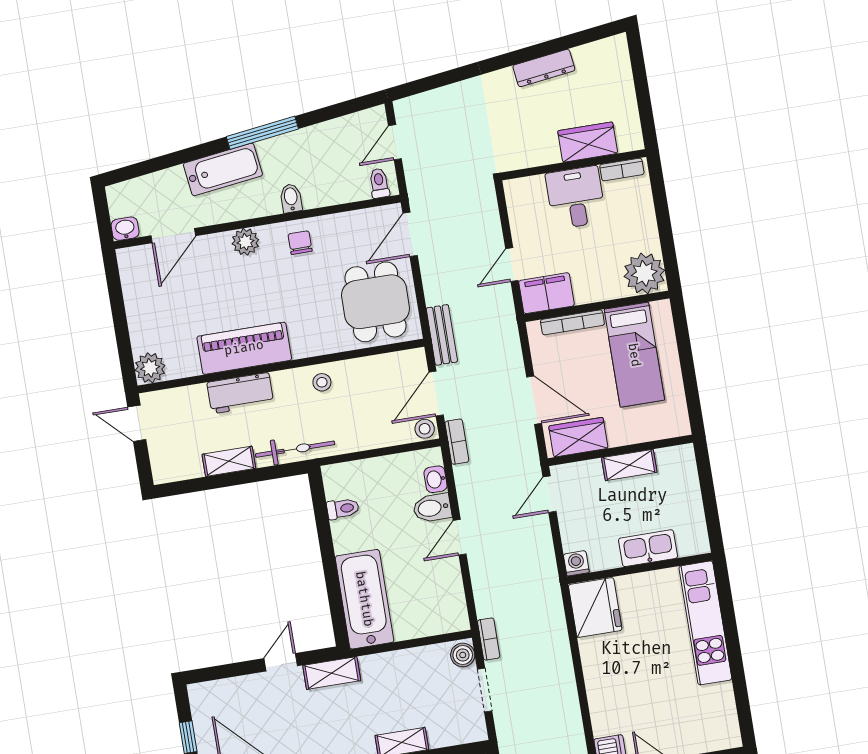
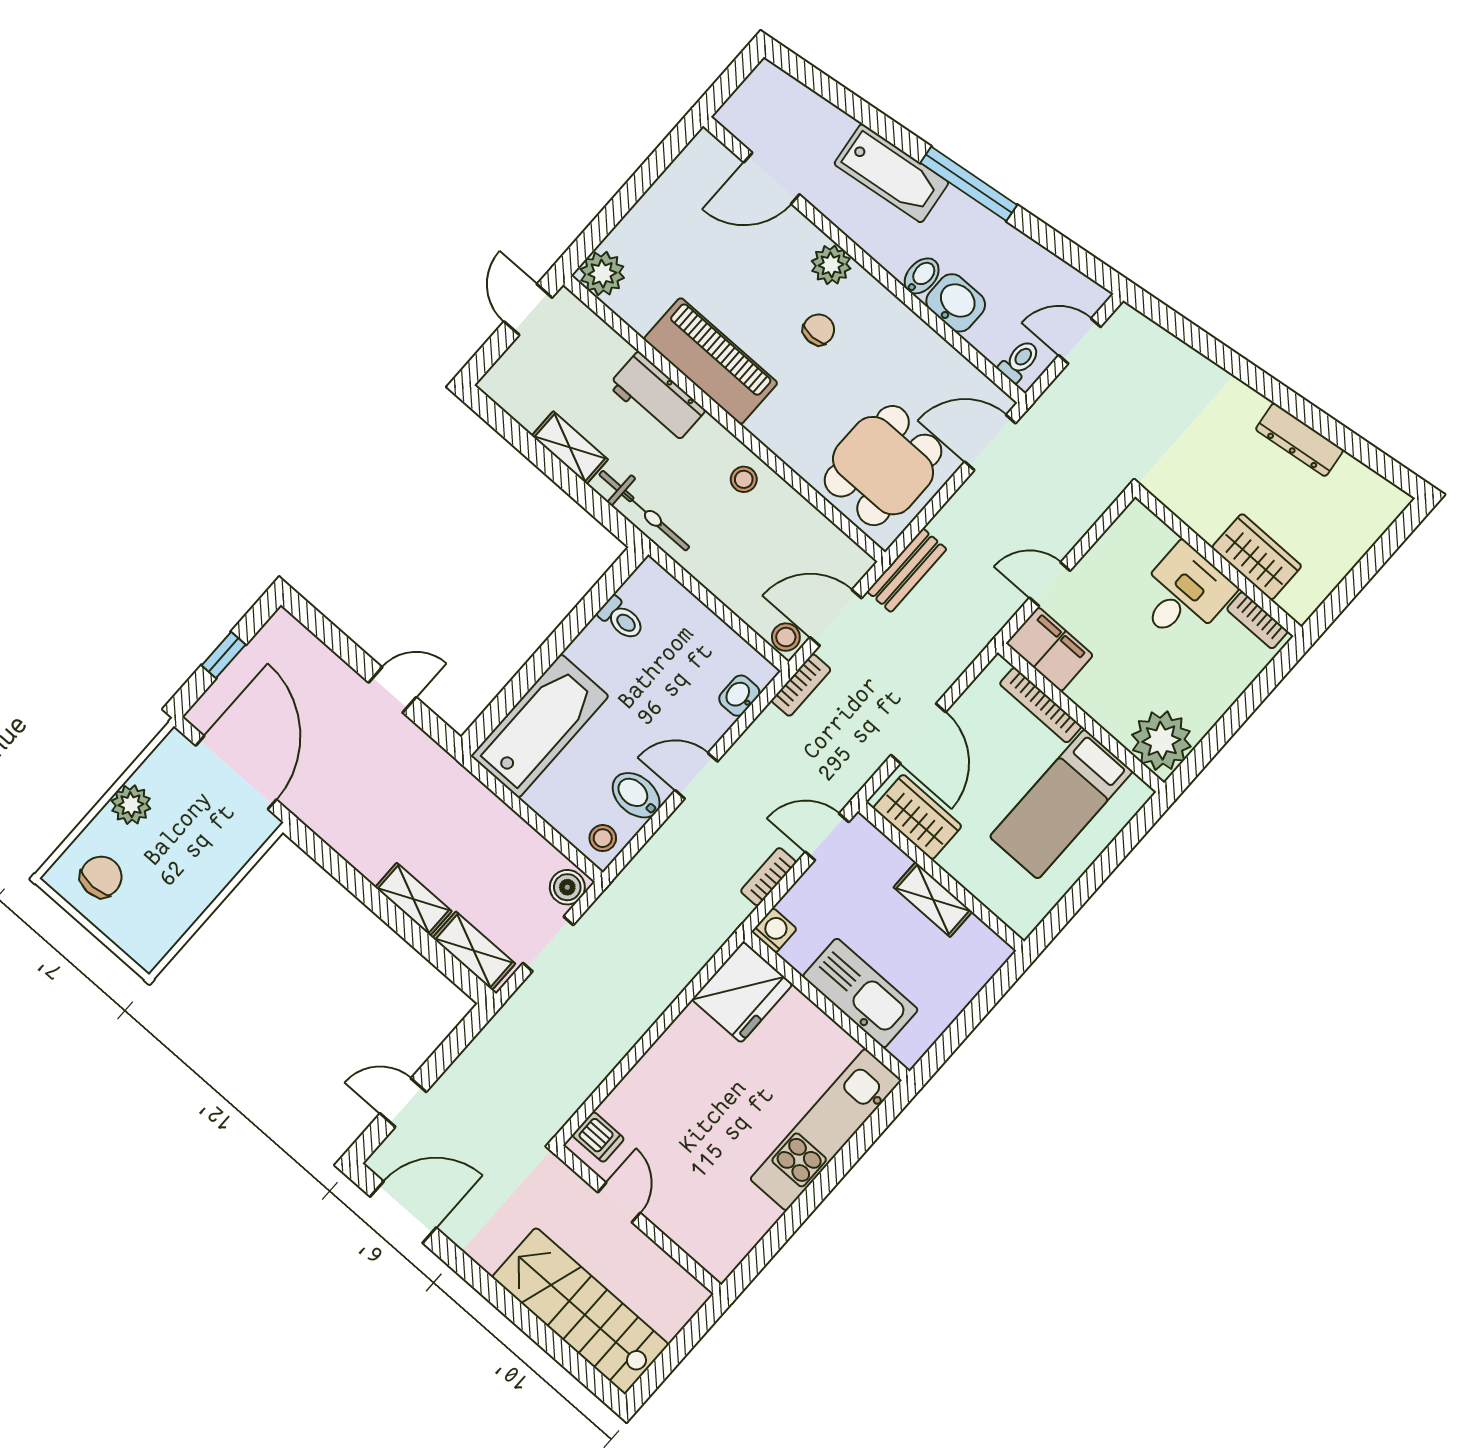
washbasin: (125, 229) -> (956, 303), moved, width x1.38, depth x1.45
chair: (300, 243) -> (819, 330), moved
bidet: (432, 508) -> (636, 795), moved
kitchen sink: (648, 548) -> (860, 993), width x1.36, depth x1.24
stool: (452, 615) -> (603, 838), added
bookcase: (489, 639) -> (768, 877), moved, turned 180
shelving: (332, 673) -> (474, 951), moved

